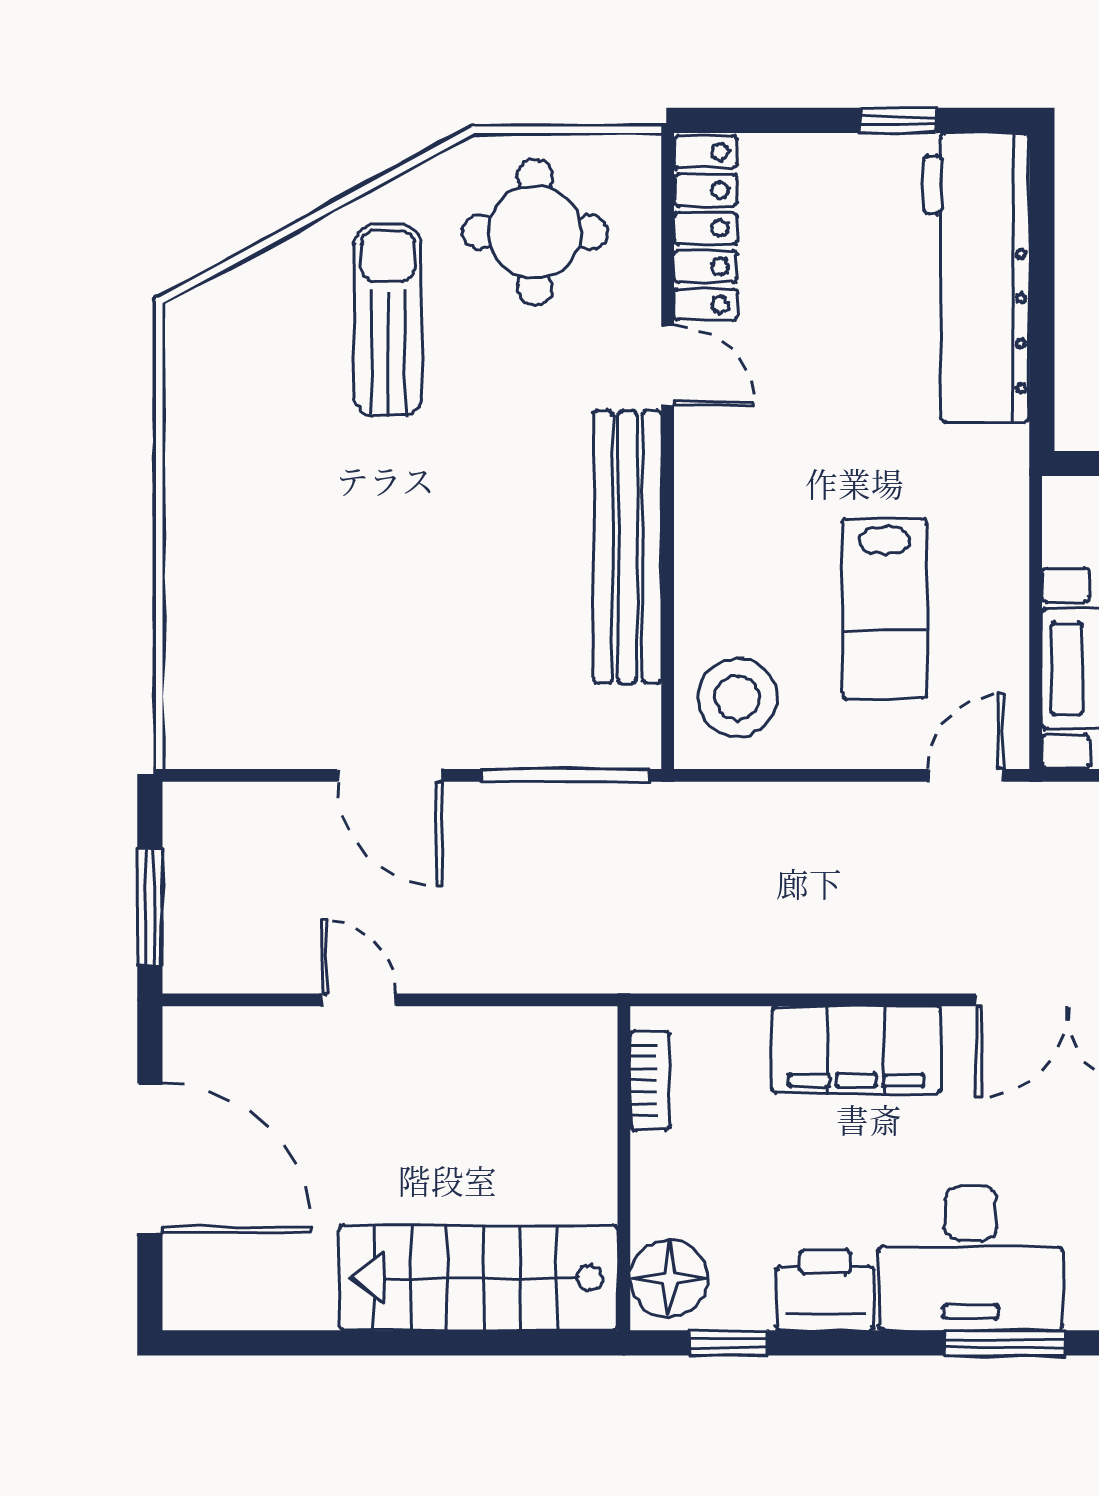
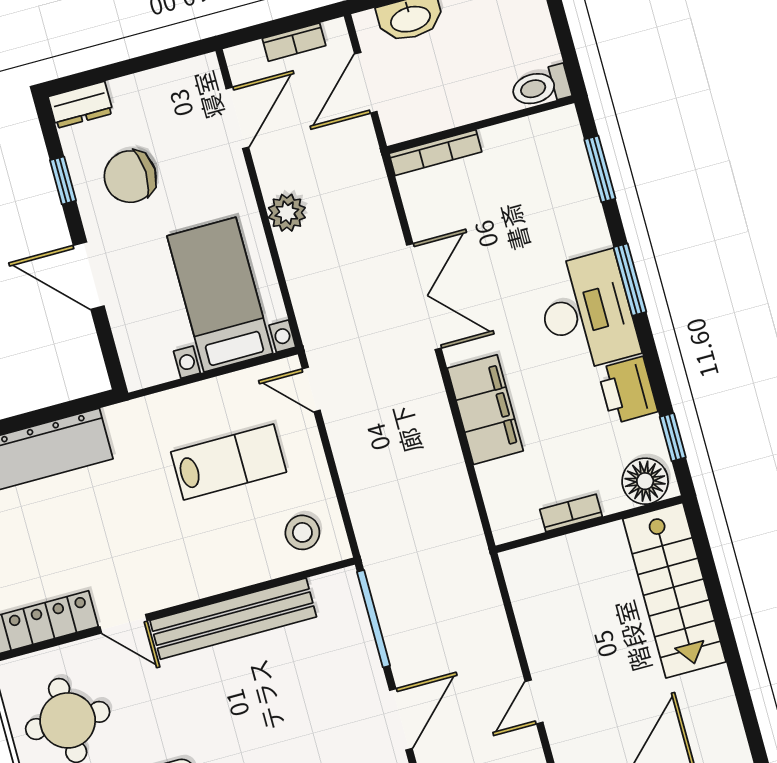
door: (668, 366) -> (124, 624), swing flipped
stool: (737, 698) -> (302, 532), width x0.73, depth x0.73
bookcase: (650, 1080) -> (571, 513), moved

